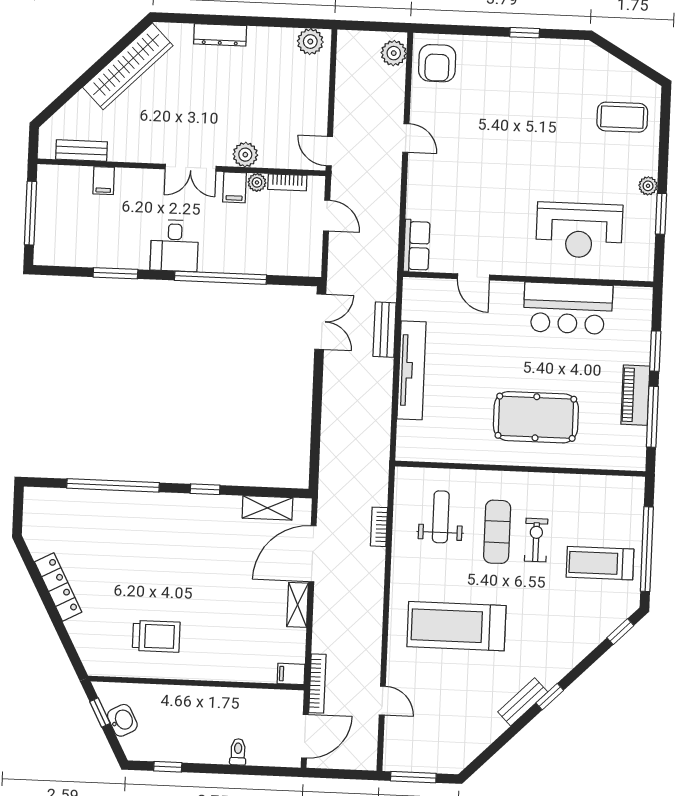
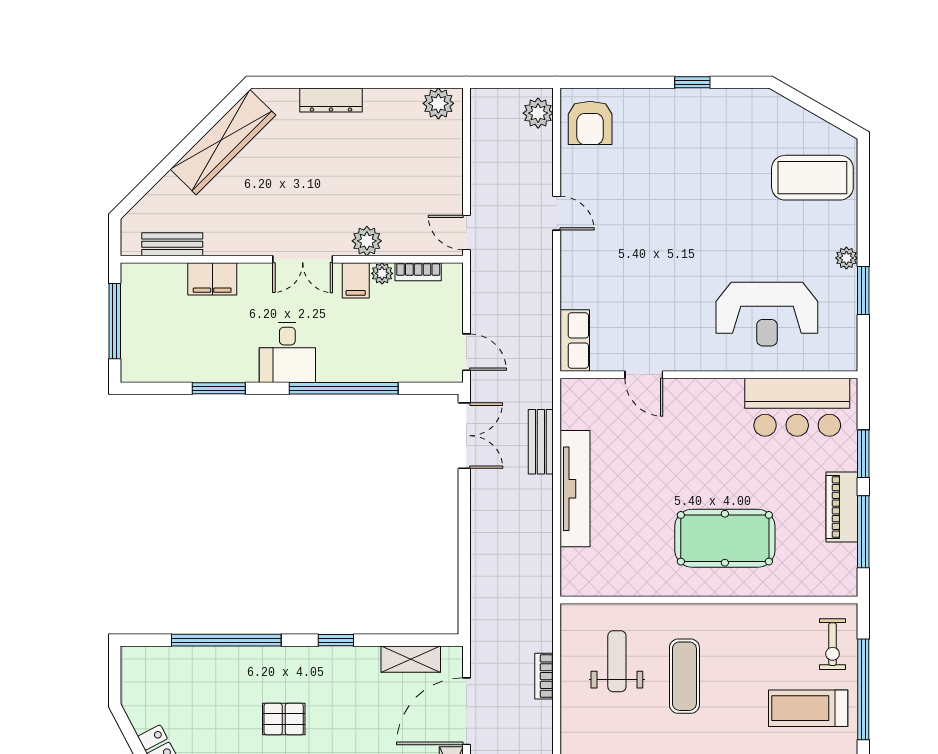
coffee table: (622, 117) -> (812, 178), width x1.36, depth x1.32
filing cabinet: (104, 181) -> (212, 279), width x2.00
door: (327, 216) -> (466, 352), moved
bar counter: (568, 308) -> (797, 407), moved
exercise bike: (536, 540) -> (833, 644), moved, turned 180
pallet: (159, 554) -> (284, 719), added

